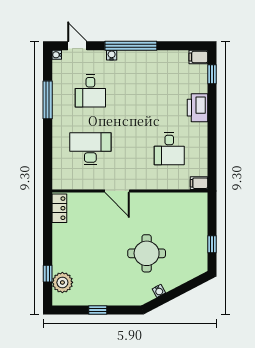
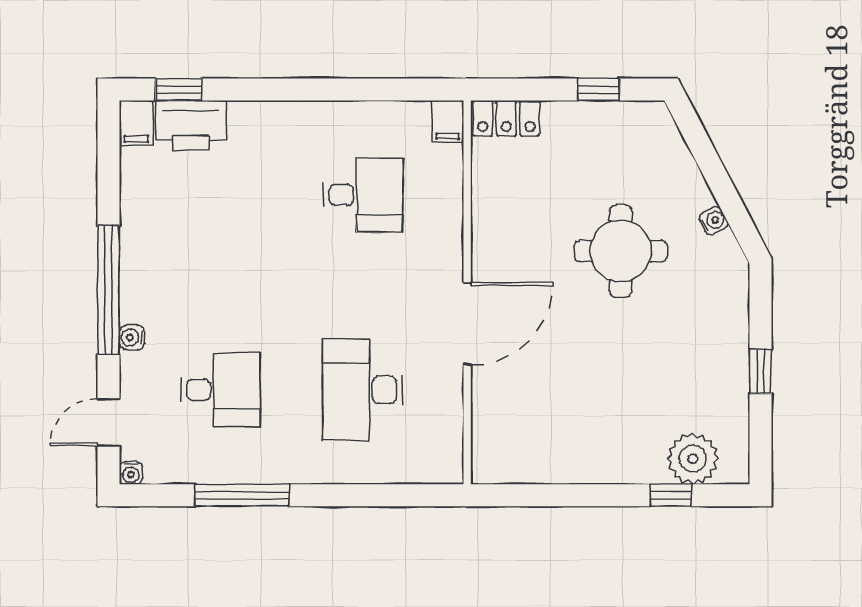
printer: (197, 108) -> (191, 125), moved
door: (117, 191) -> (467, 324), width x1.36
locker: (59, 208) -> (506, 118), moved, turned 180

